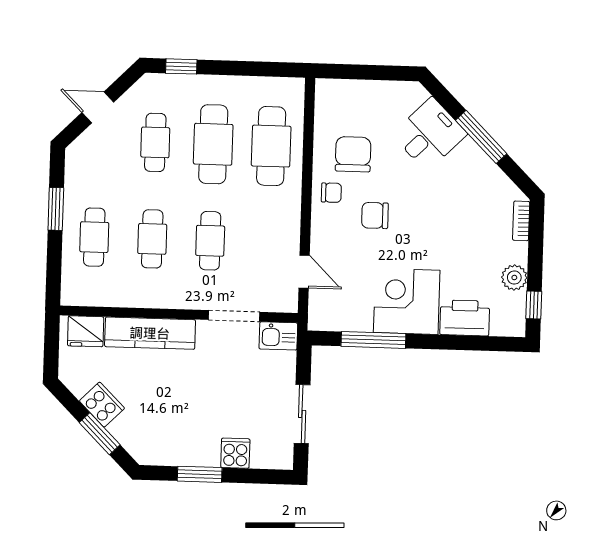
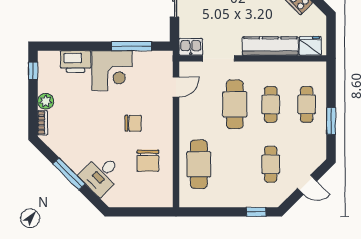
cafe table: (213, 144) -> (235, 164), removed
chair: (331, 193) -> (161, 137), removed
cafe table: (210, 241) -> (235, 104), width x1.37, depth x1.35
door: (304, 272) -> (176, 87), swing flipped
plant: (514, 277) -> (46, 101), moved

